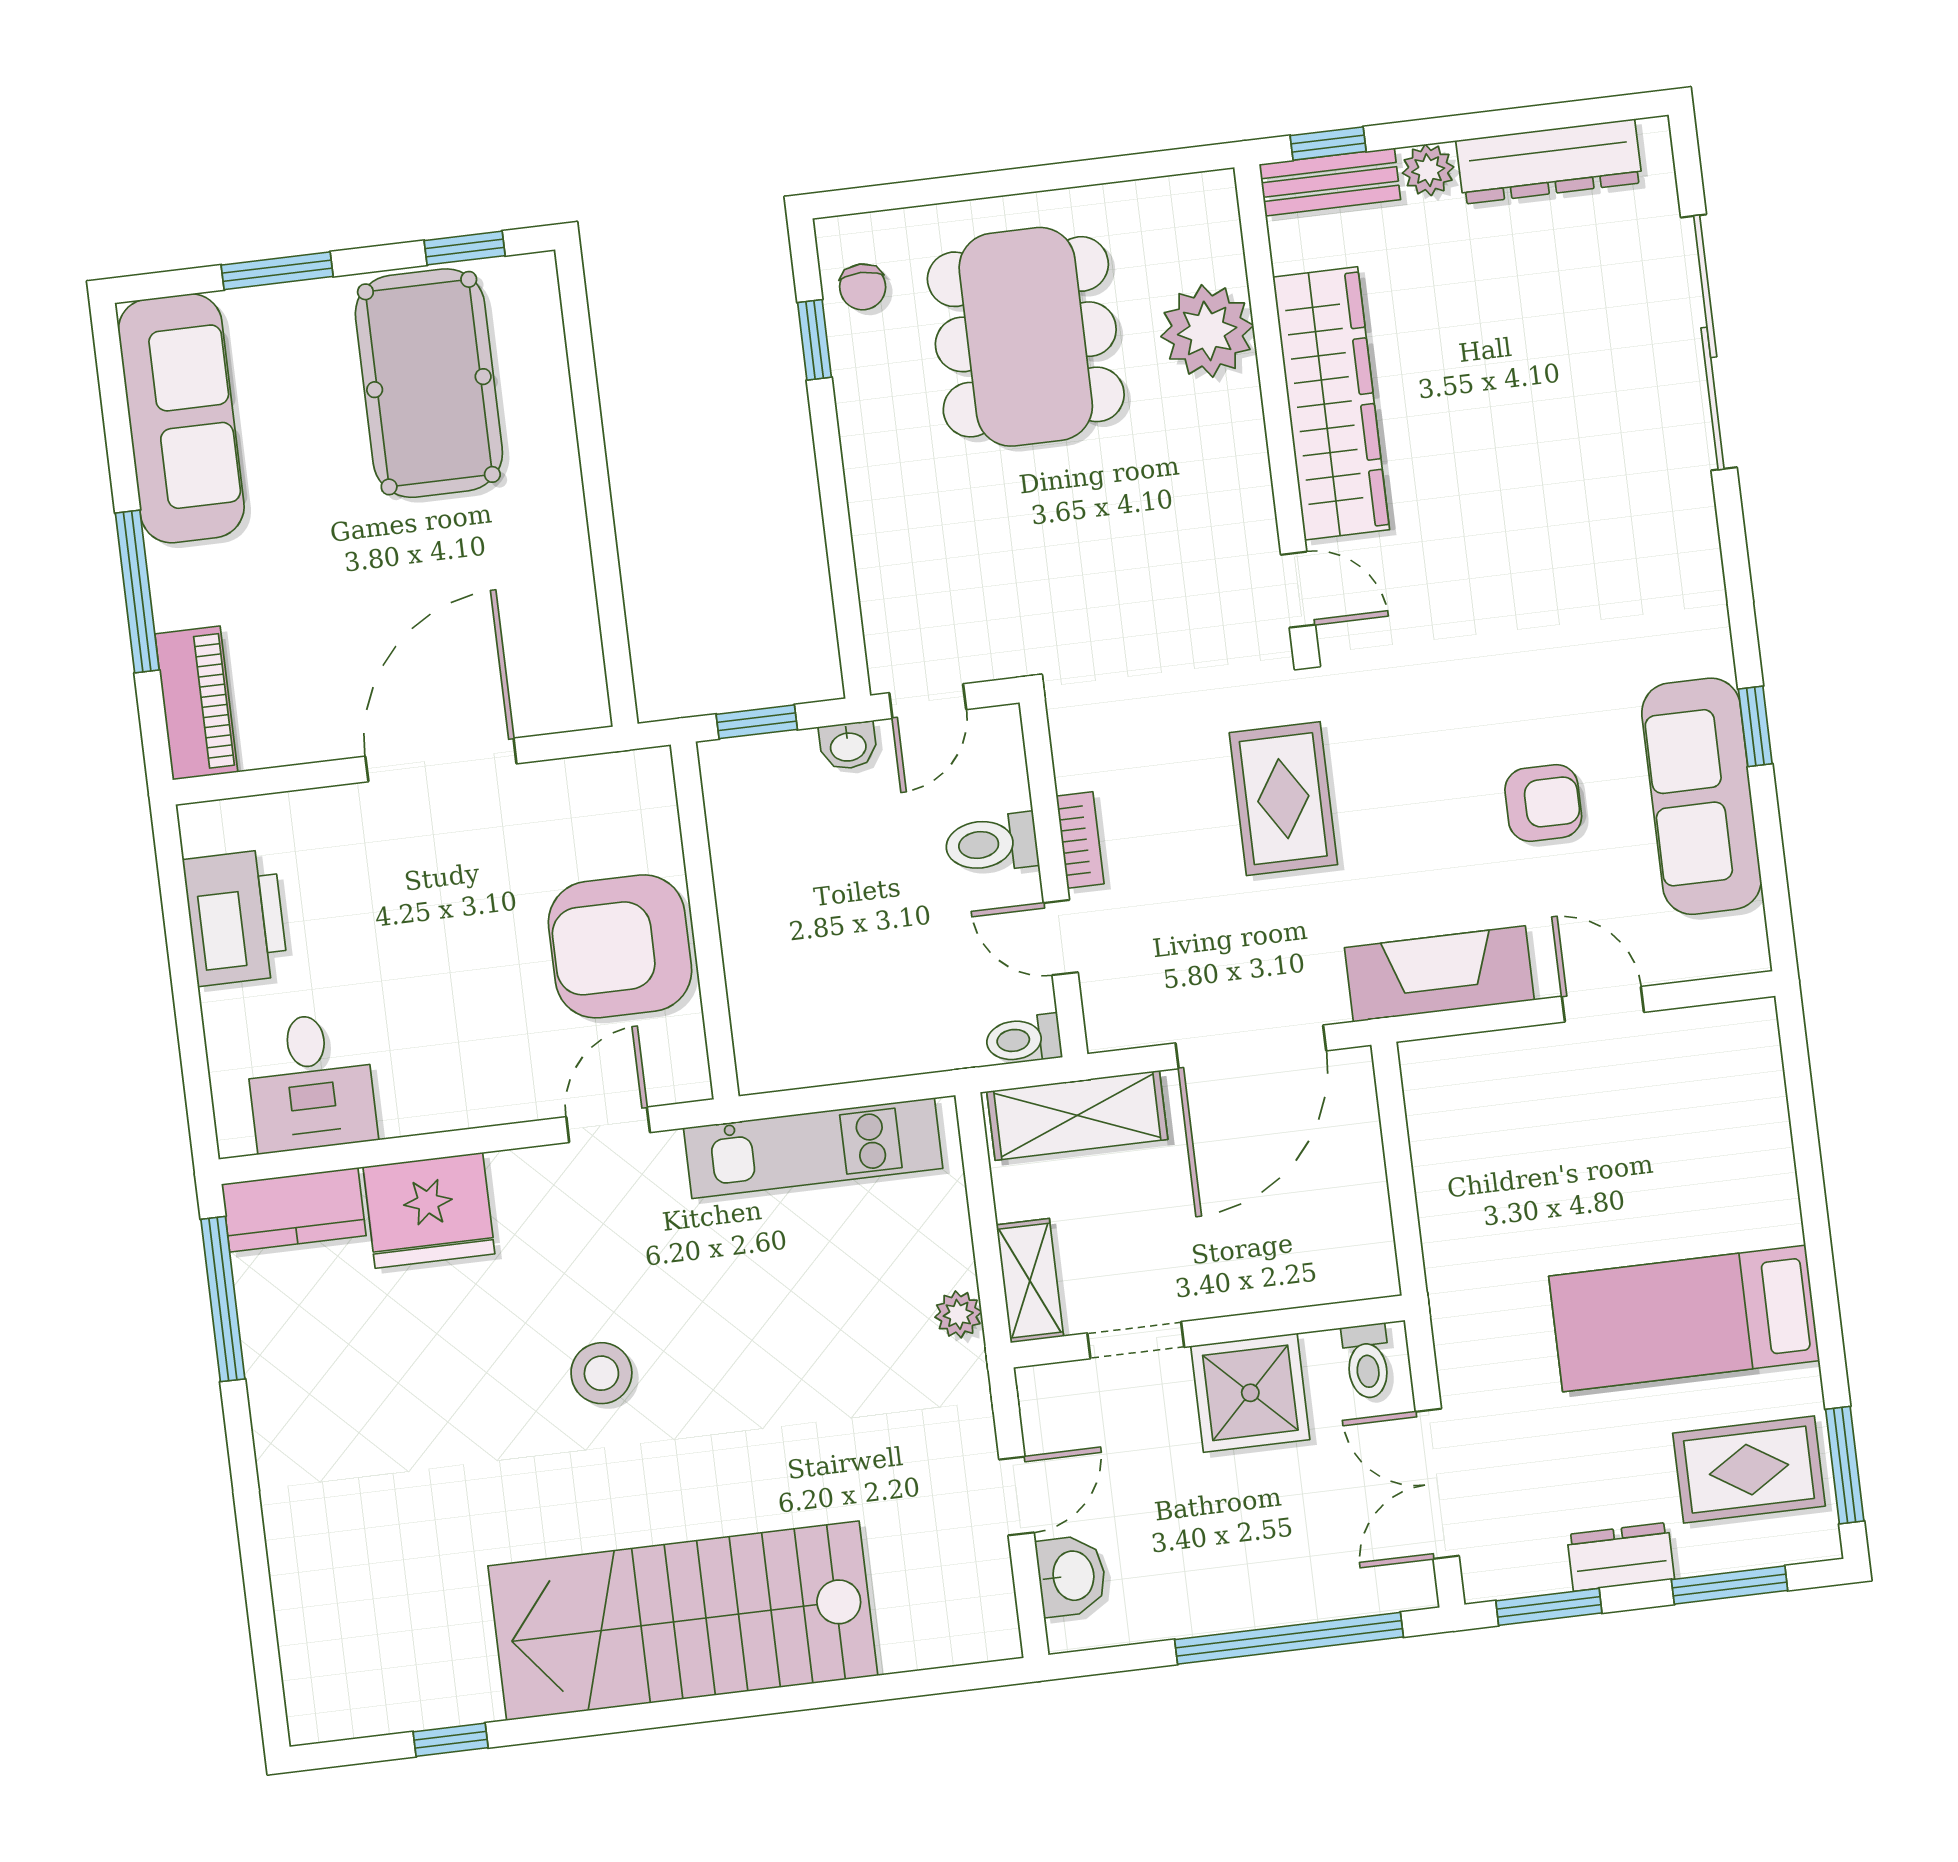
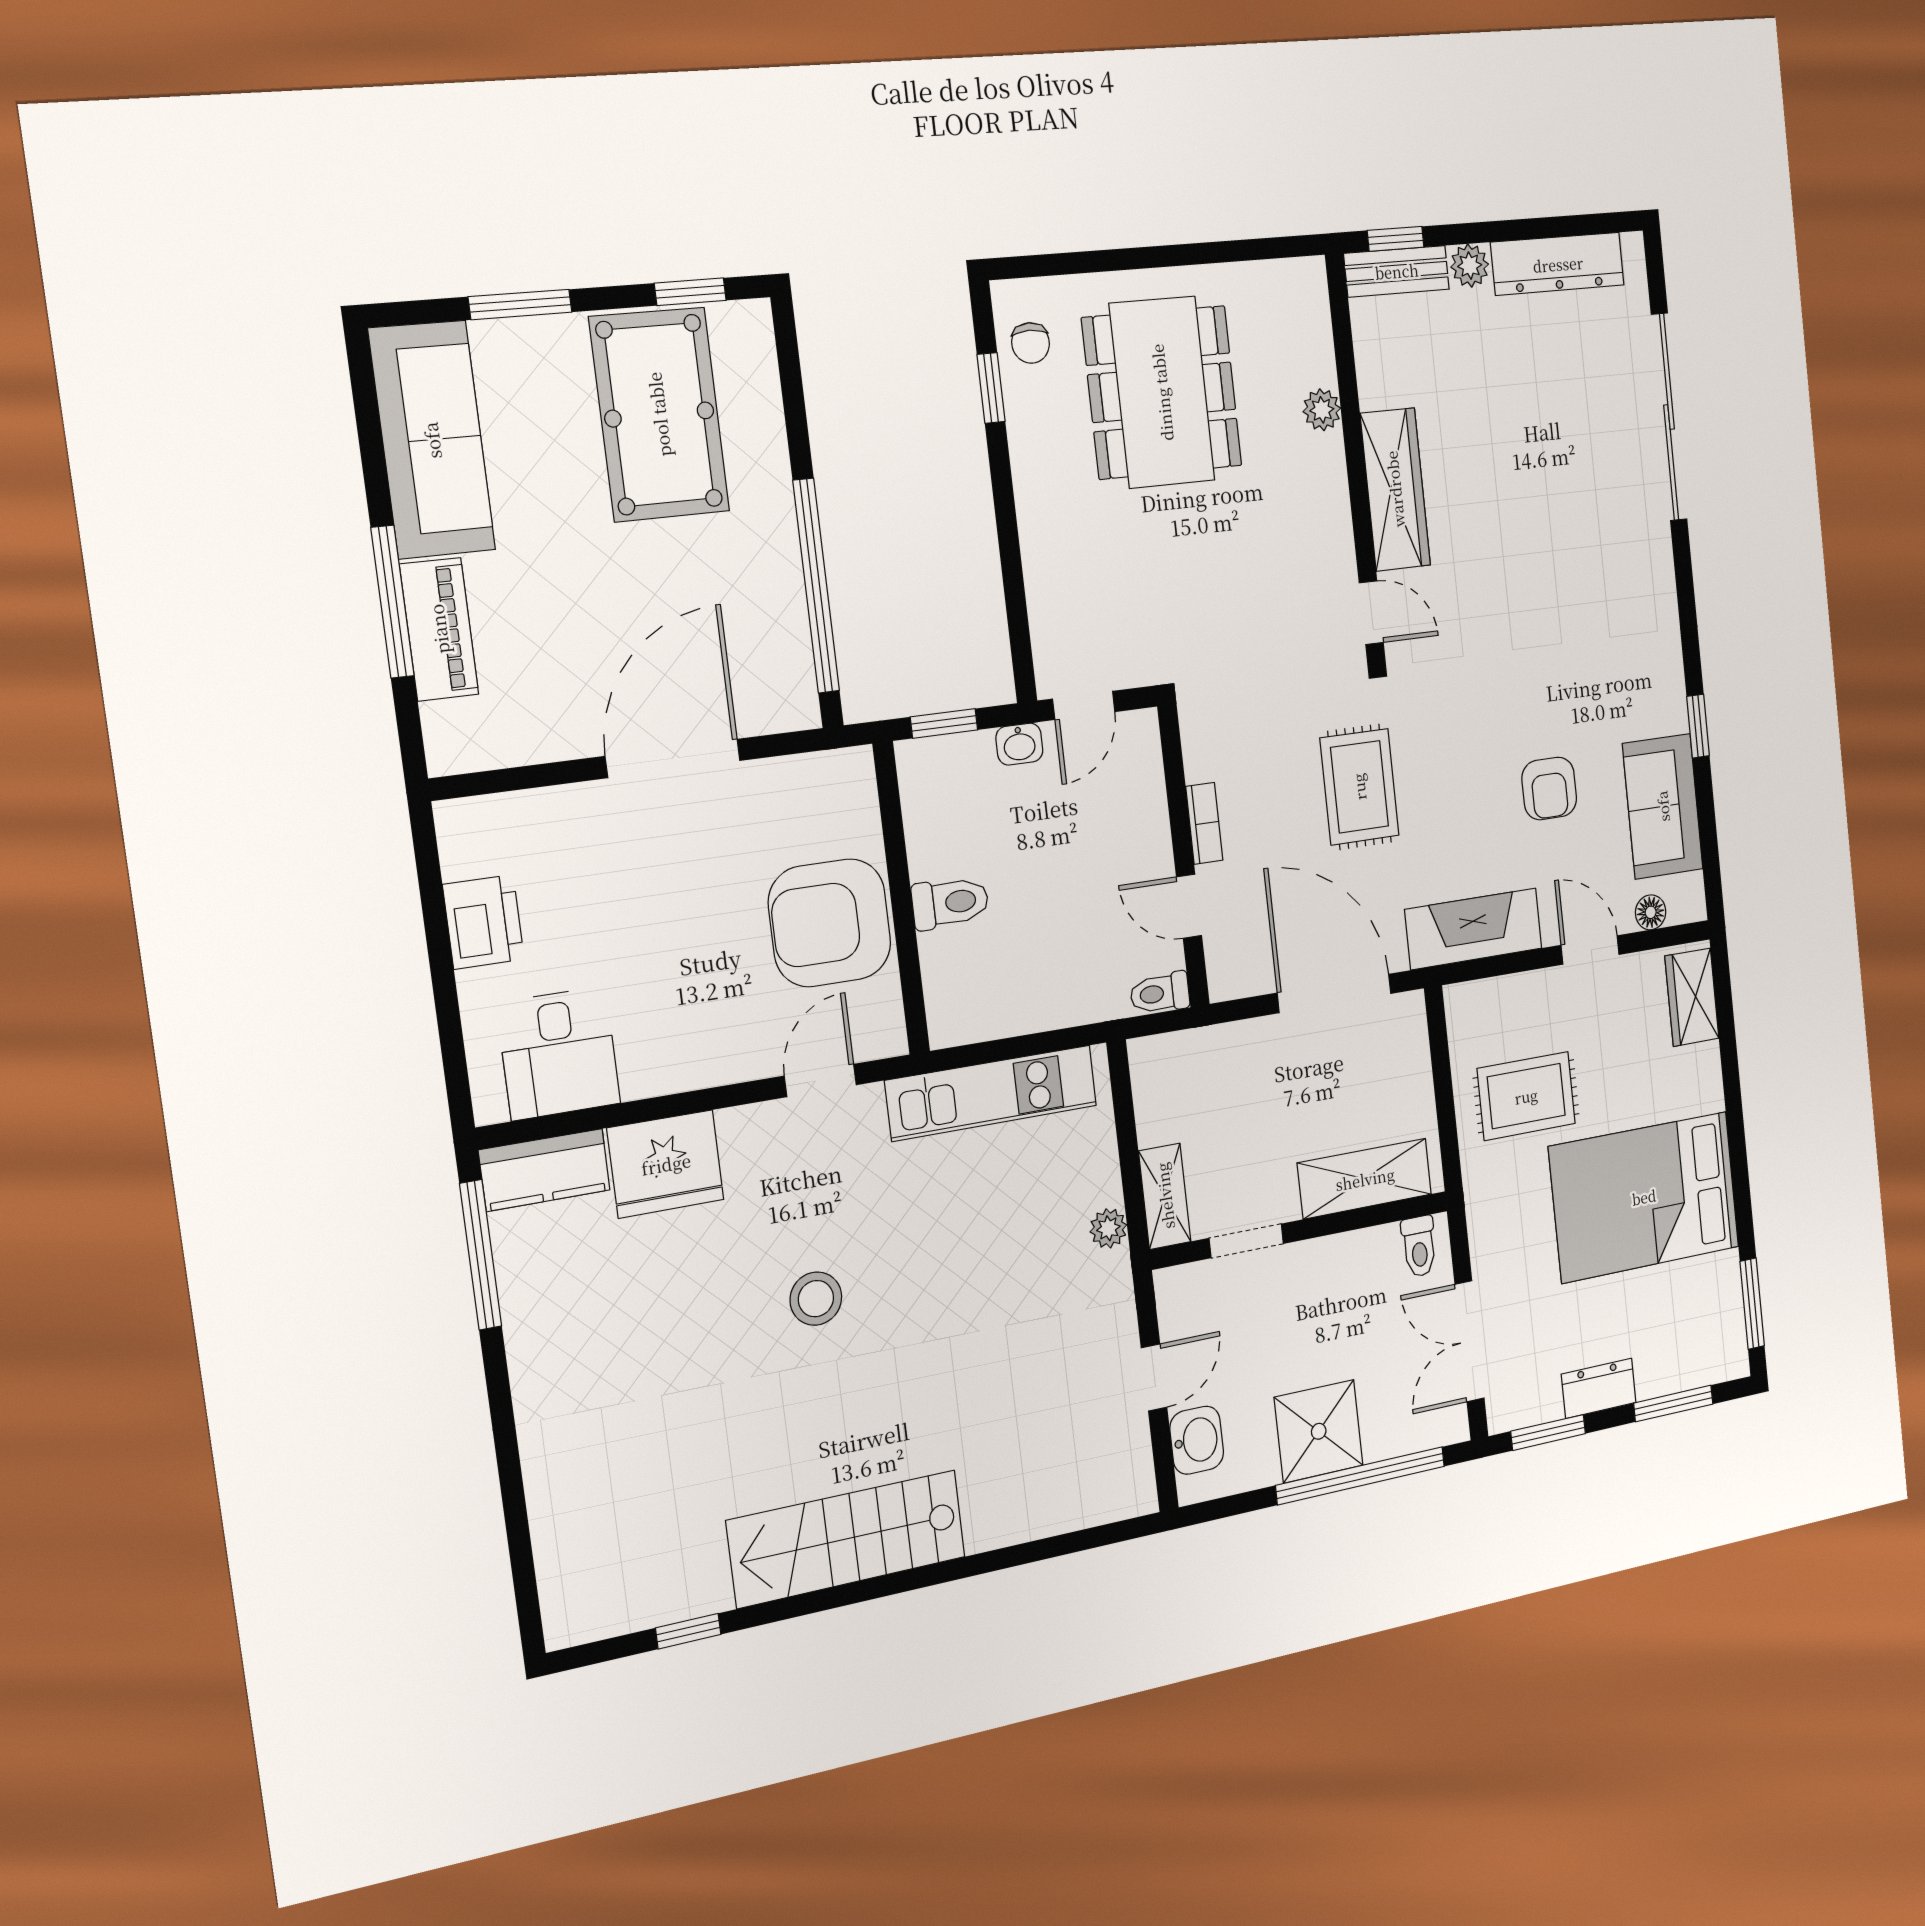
plant: (1207, 331) -> (1322, 410), width x0.53, depth x0.53
wardrobe: (1331, 403) -> (1395, 489), width x0.71, depth x0.85
window: (606, 568) -> (816, 586), added
piano: (196, 703) -> (439, 629), moved
sofa: (1702, 796) -> (1663, 806), width x0.73
armchair: (1543, 803) -> (1549, 789), turned 90
toilet: (991, 843) -> (950, 903), moved, turned 180
printer: (235, 918) -> (483, 922), width x0.73, depth x0.84
floor lamp: (1689, 959) -> (1651, 912), added
door: (1251, 1047) -> (1334, 993), swing flipped
wardrobe: (1750, 1068) -> (1692, 997), added
shelving: (1077, 1115) -> (1365, 1179), moved
bed: (1684, 1318) -> (1644, 1197), width x1.50
shower: (1250, 1393) -> (1319, 1431), moved
rug: (1749, 1470) -> (1526, 1096), moved
stairs: (683, 1621) -> (847, 1539), width x0.73, depth x0.66

